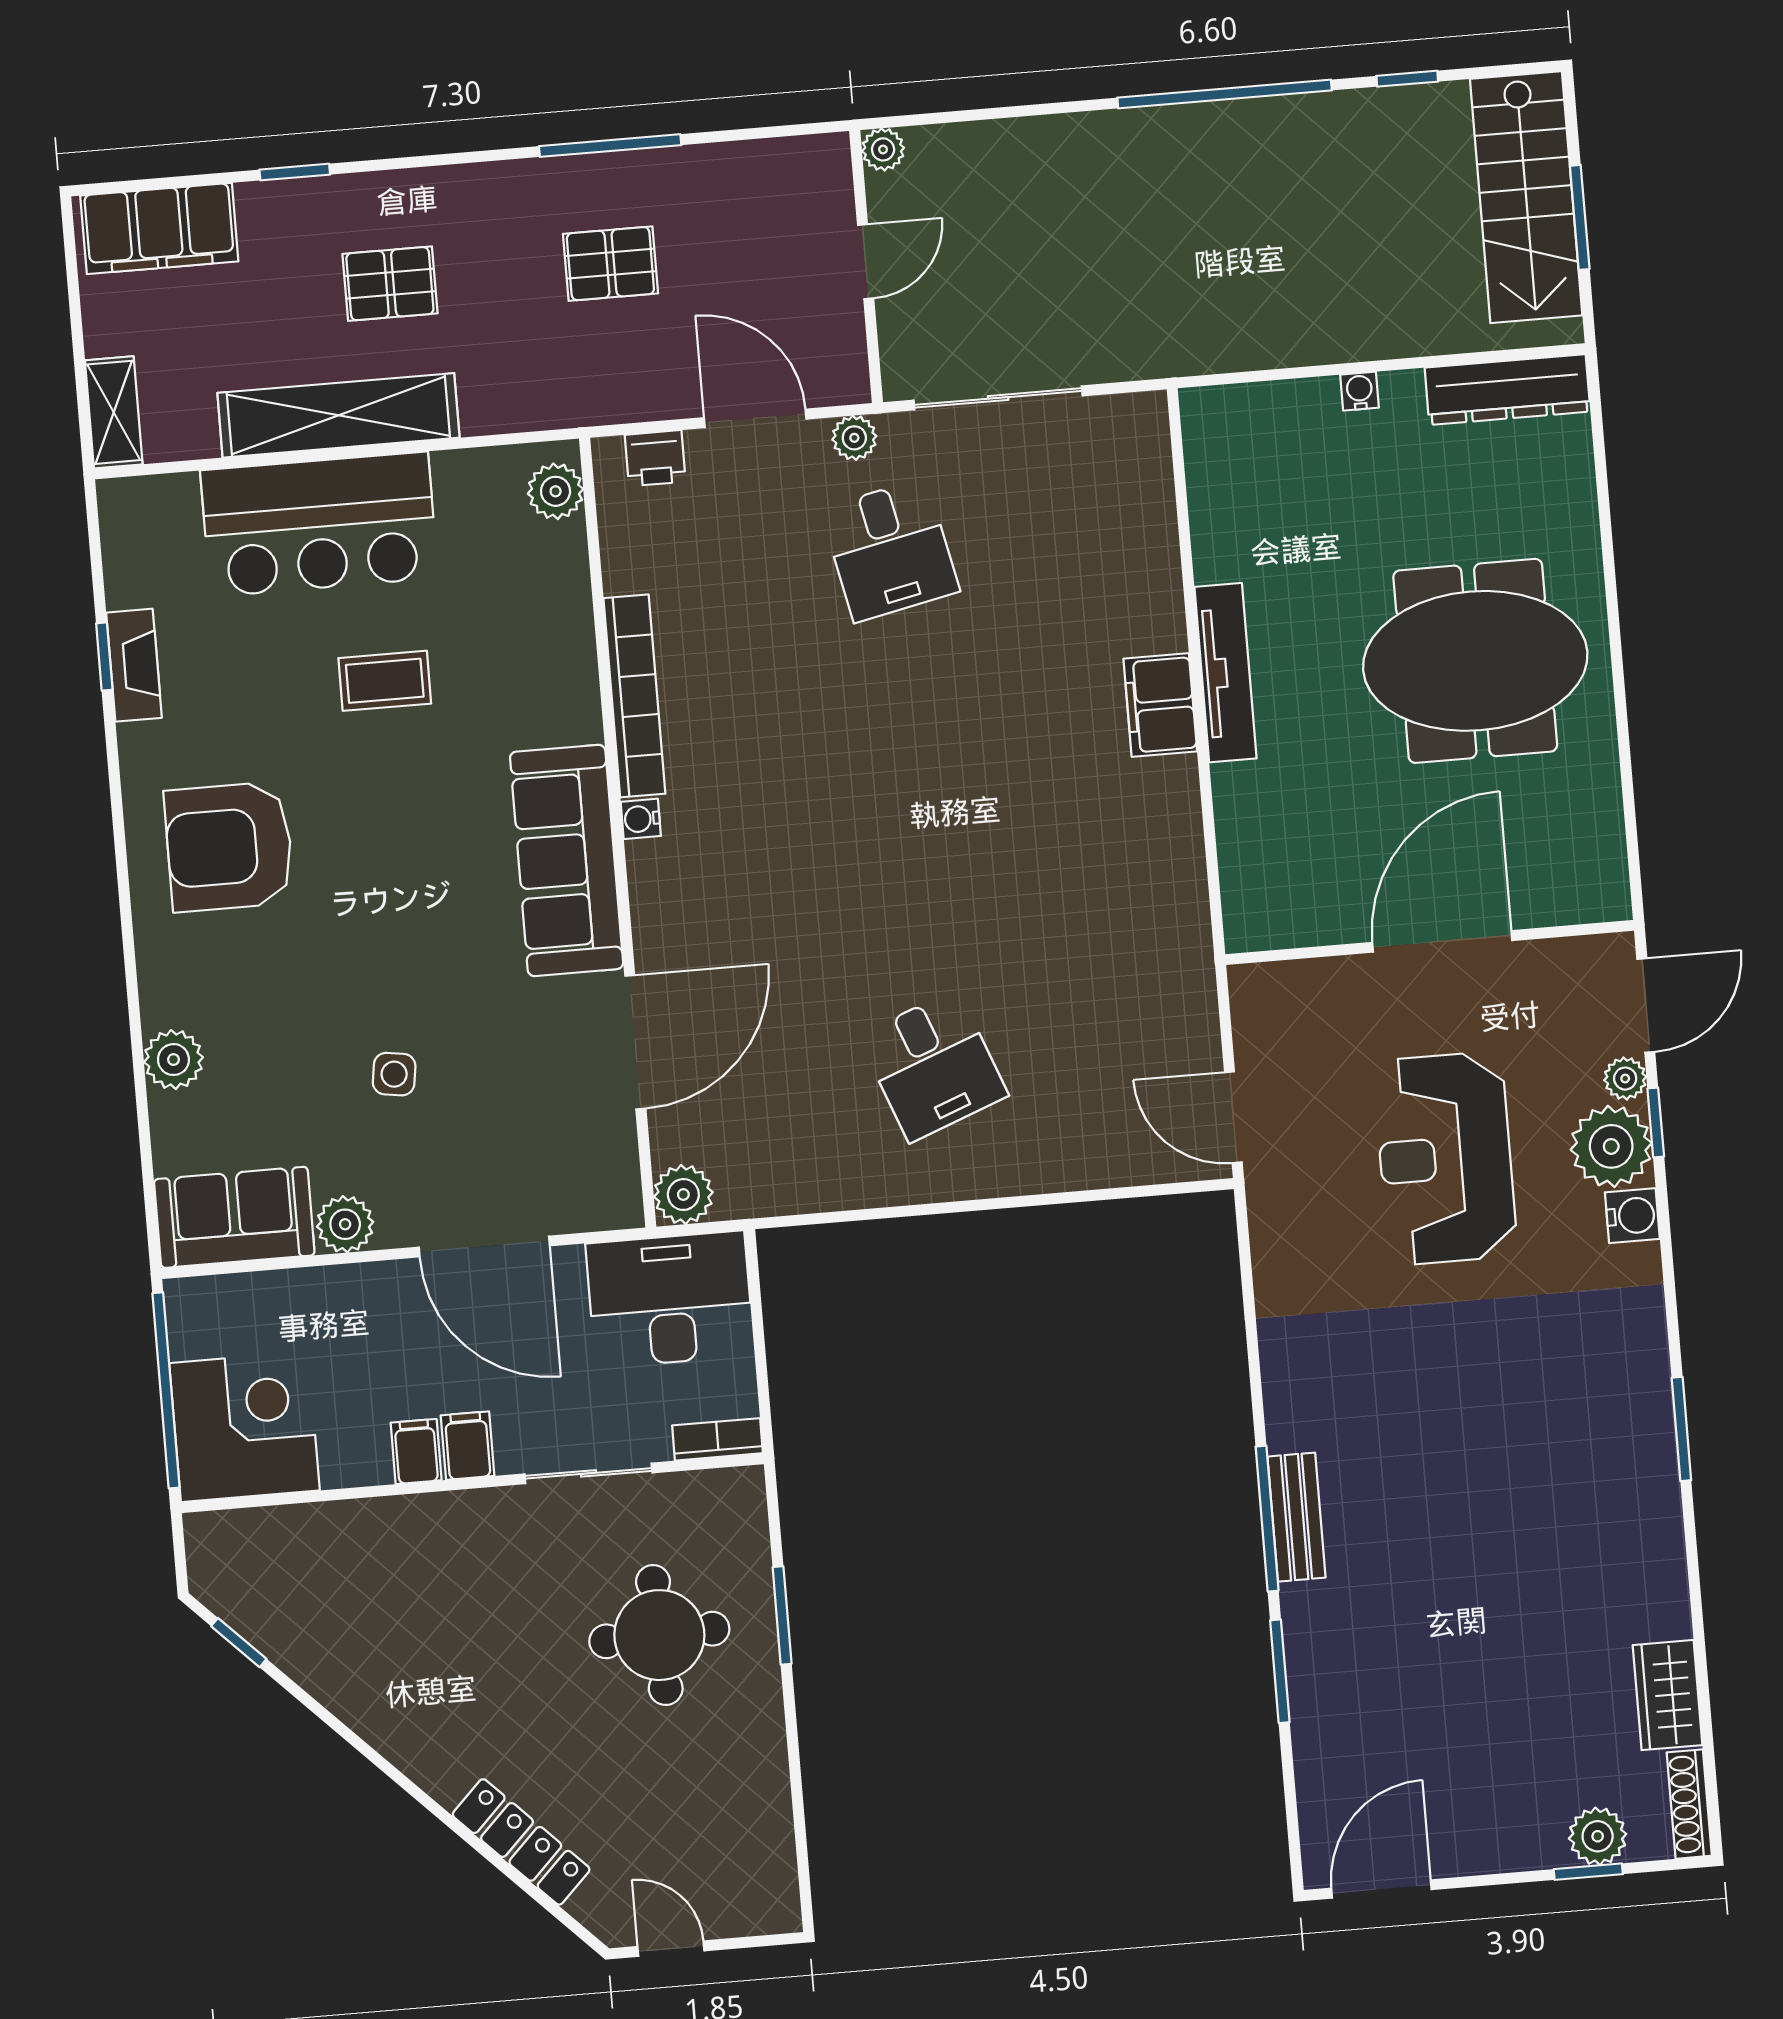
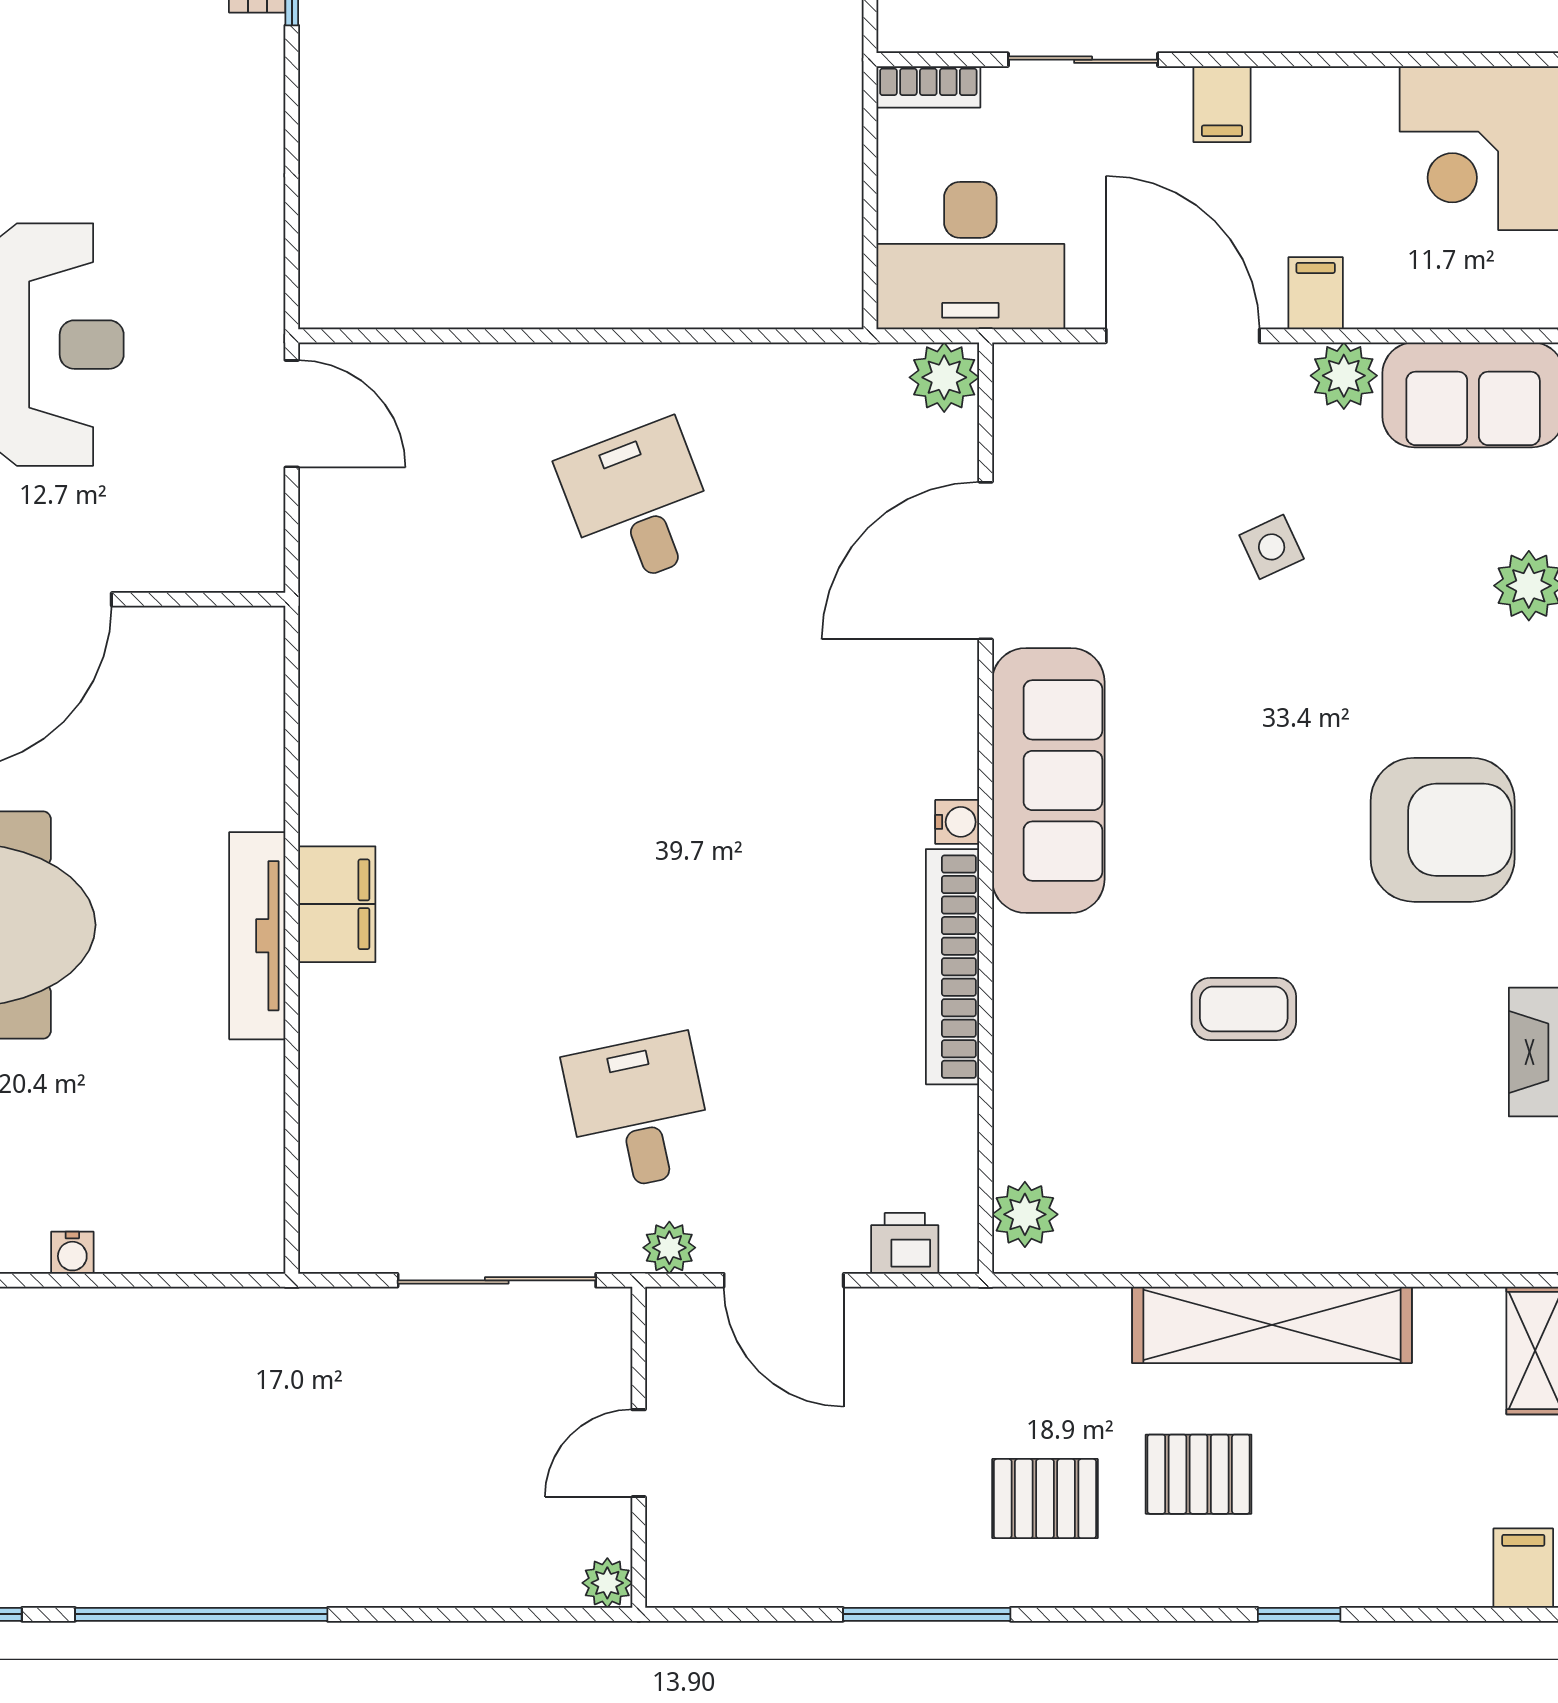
filing cabinet: (159, 229) -> (1523, 1568), width x0.33, depth x0.86
pallet: (610, 264) -> (1045, 1499), moved
bar counter: (319, 524) -> (1305, 1199), removed
side table: (394, 1074) -> (1272, 547), turned -33
filing cabinet: (416, 1451) -> (1316, 293), moved, turned 180

